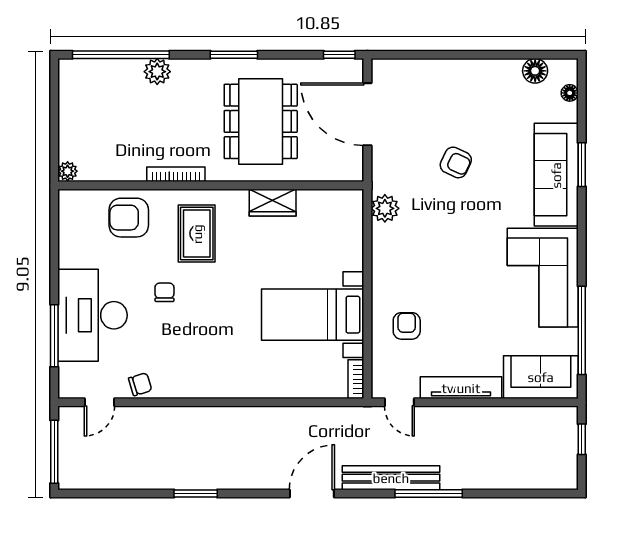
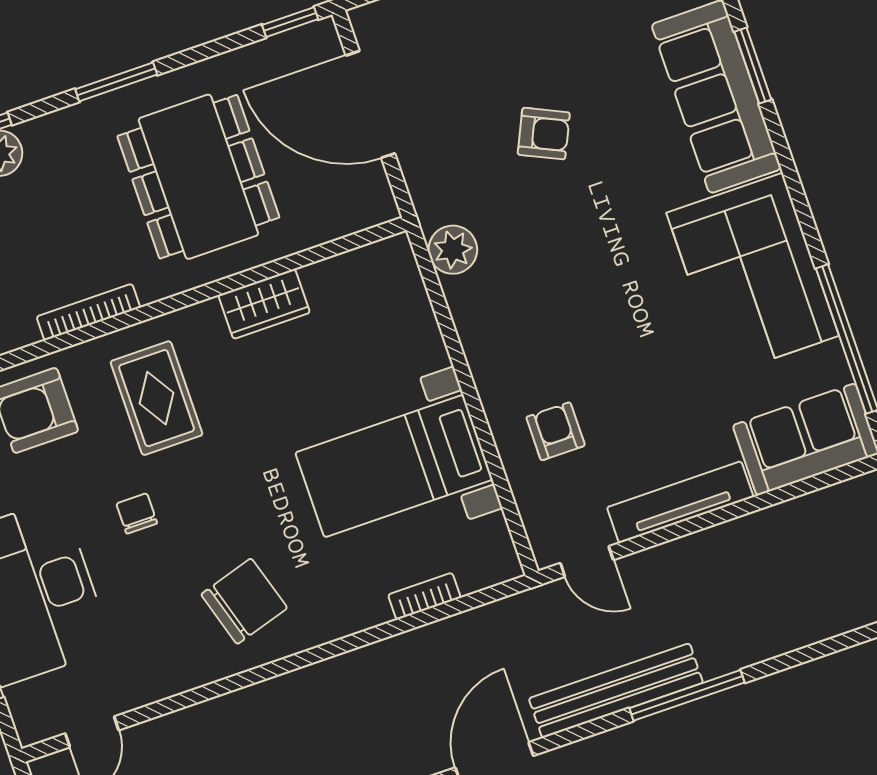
bookcase: (356, 379) -> (424, 596), moved, turned 90
chair: (140, 384) -> (244, 601), moved, width x1.87, depth x1.87

